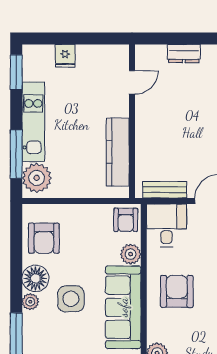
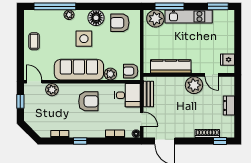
fridge: (65, 56) -> (228, 60), moved
plant: (149, 113) -> (194, 85), added
plant: (30, 302) -> (69, 15), moved

